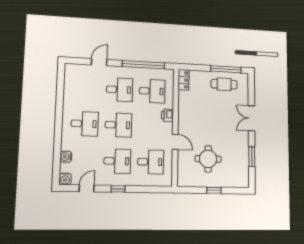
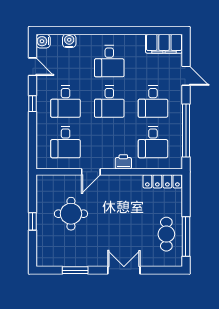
filing cabinet: (72, 78) -> (164, 44), added
locker: (183, 80) -> (162, 181), width x1.53

